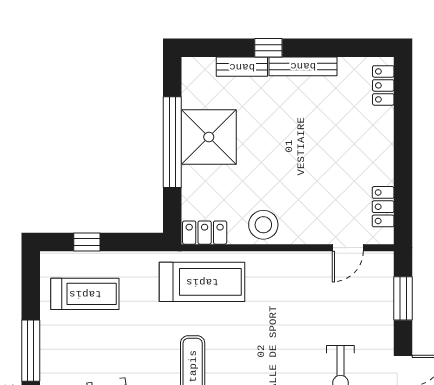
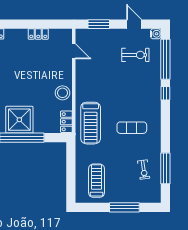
locker: (383, 207) -> (38, 34), moved
window: (87, 242) -> (71, 180), removed
treadmill: (202, 282) -> (91, 123), turned 180

